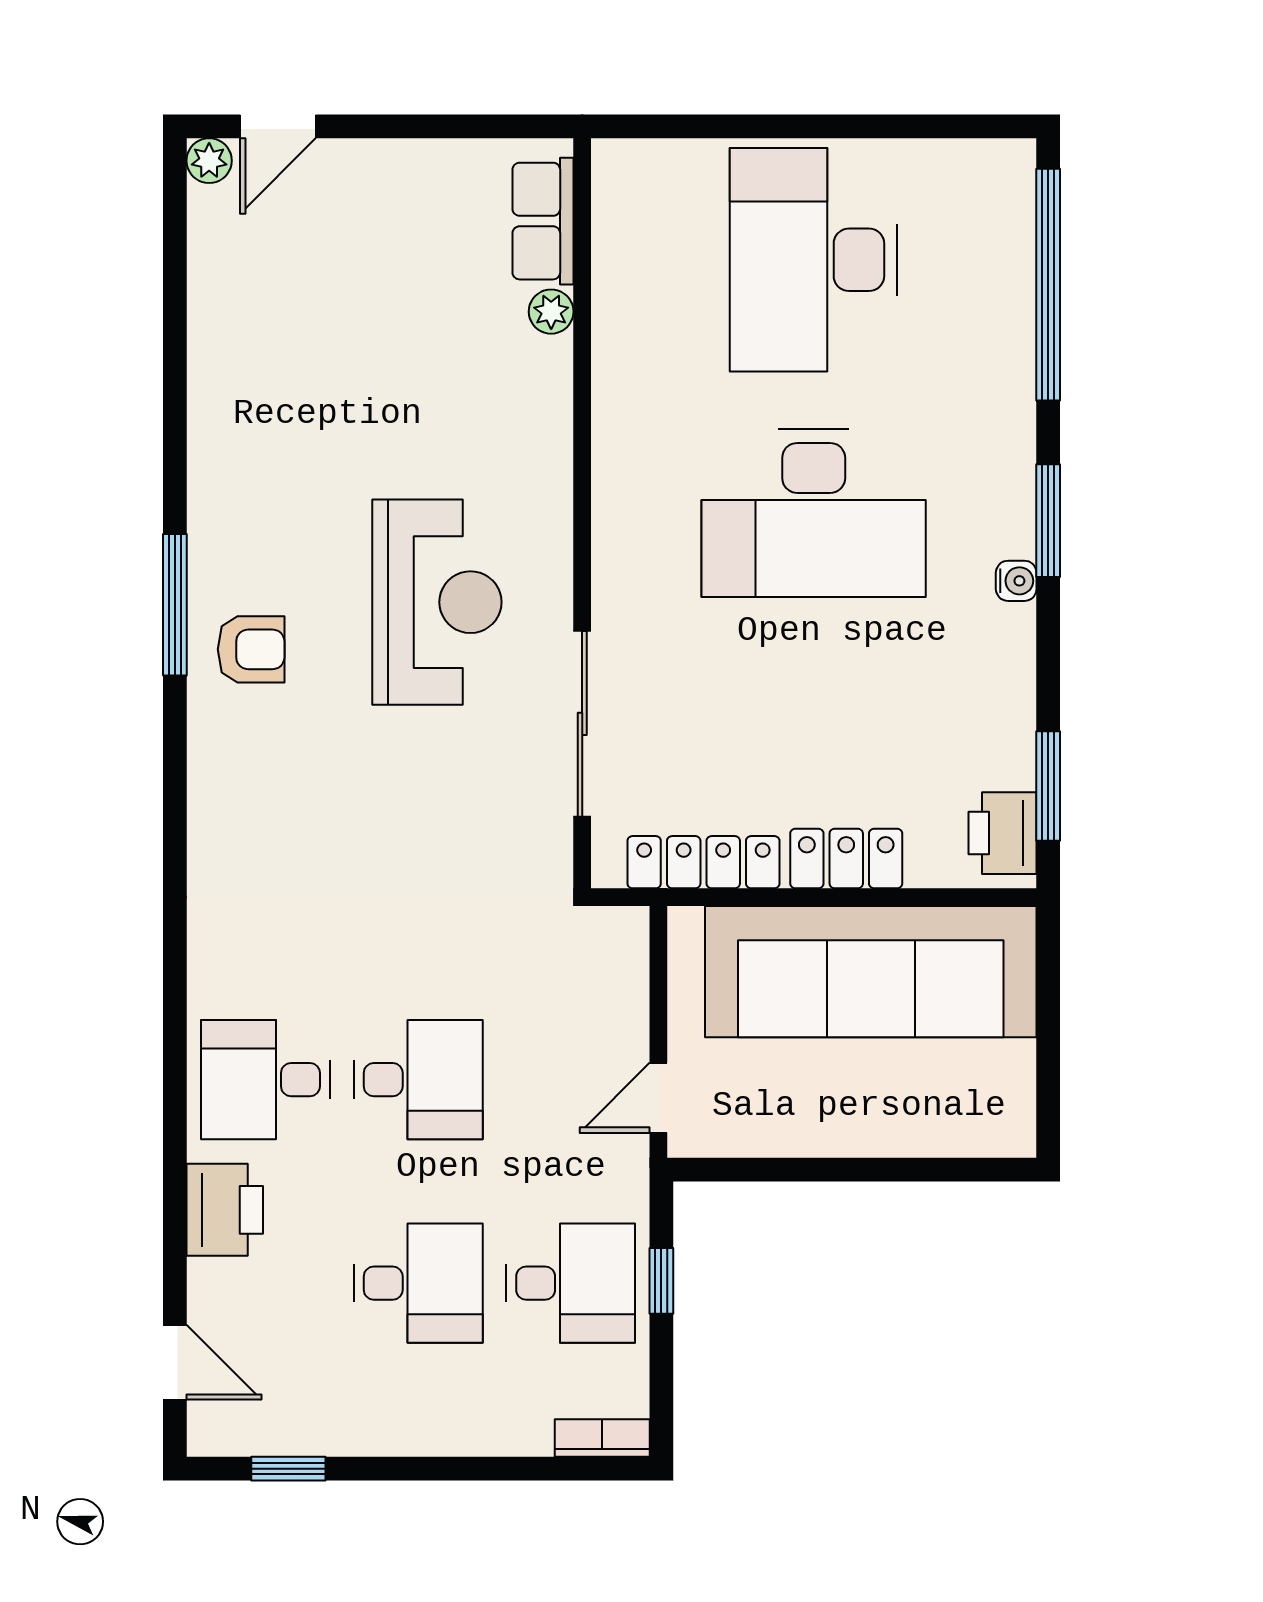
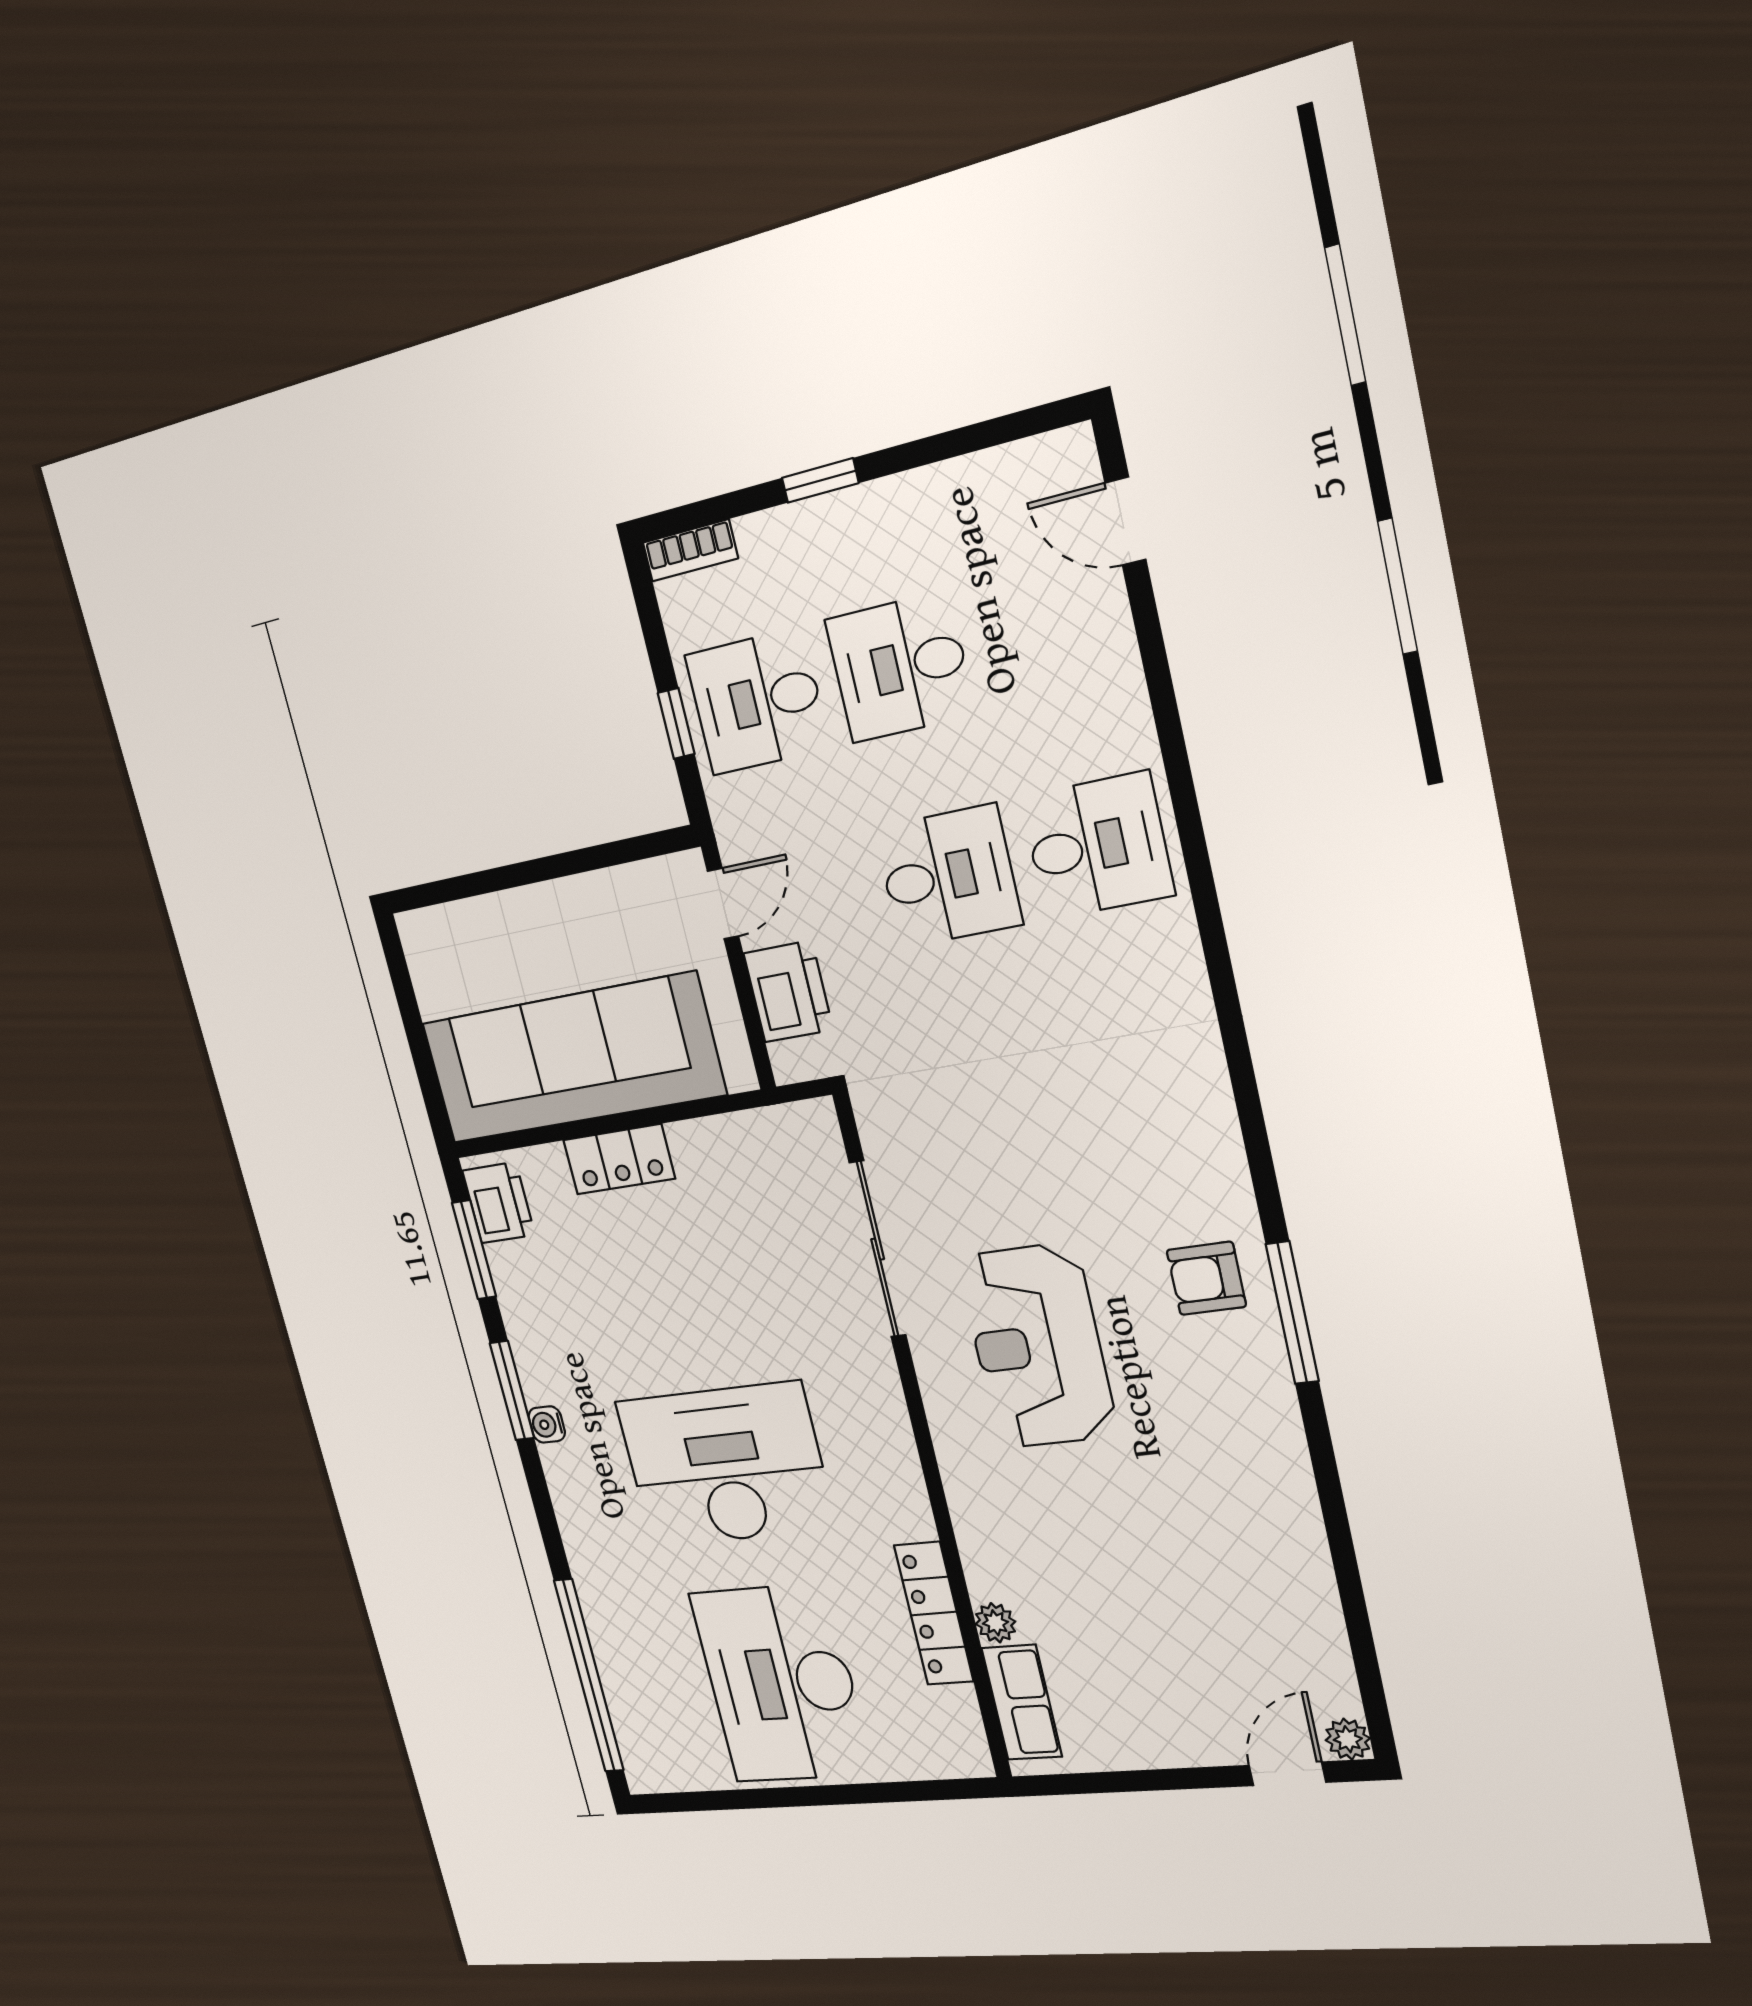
desk: (814, 260) -> (781, 1684), turned 180
window: (1048, 521) -> (512, 1391), moved
locker: (703, 862) -> (934, 1613), moved, turned 90
desk: (418, 1080) -> (948, 876), turned 180
printer: (225, 1210) -> (788, 991), moved, turned 180
window: (288, 1469) -> (820, 480), moved

